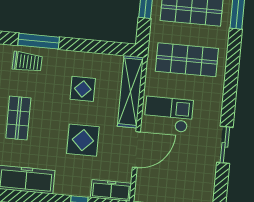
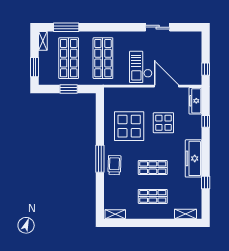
display table: (83, 89) -> (129, 126), width x1.86, depth x1.86
shelving: (130, 92) -> (128, 94), removed

